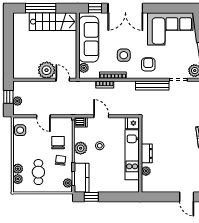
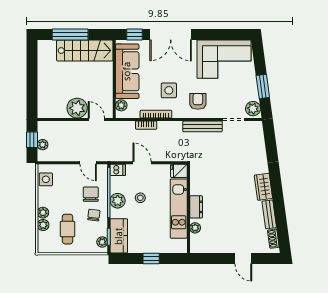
door: (43, 116) -> (88, 163), moved
plant: (18, 179) -> (43, 213), moved
window: (91, 197) -> (151, 258), moved

